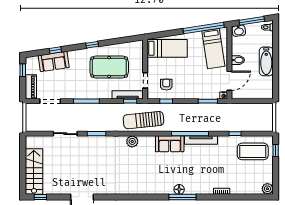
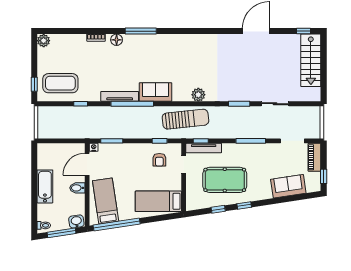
window: (55, 50) -> (218, 209), moved
floor lamp: (179, 189) -> (117, 40), moved

